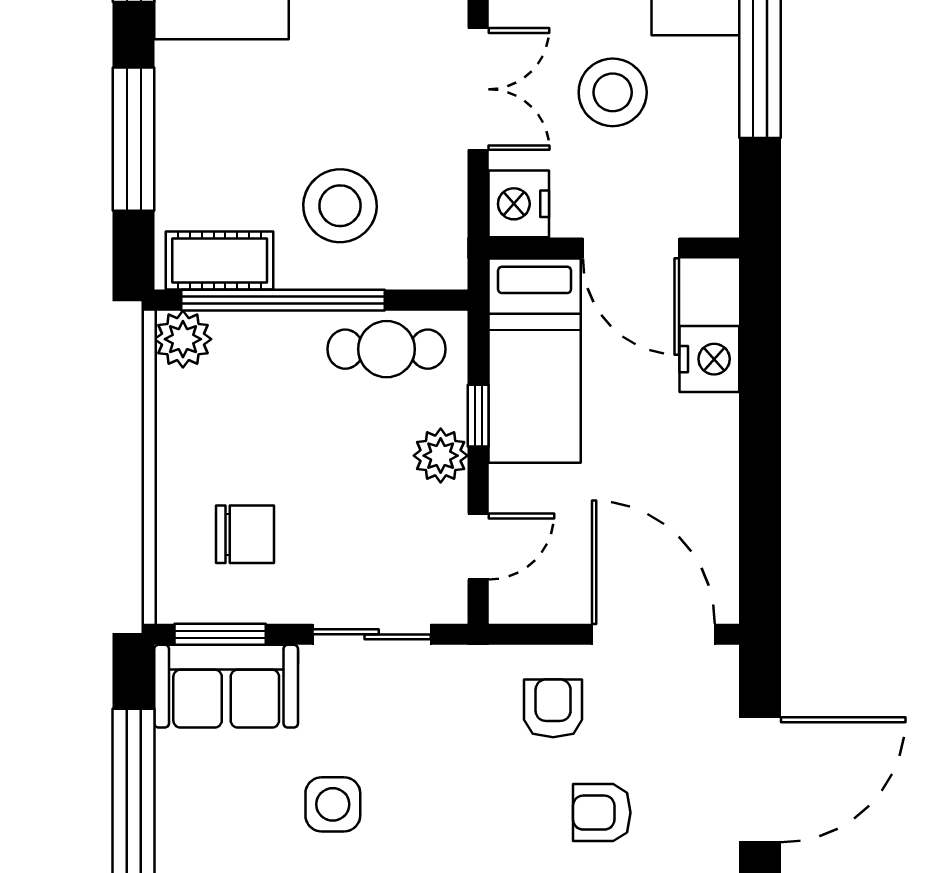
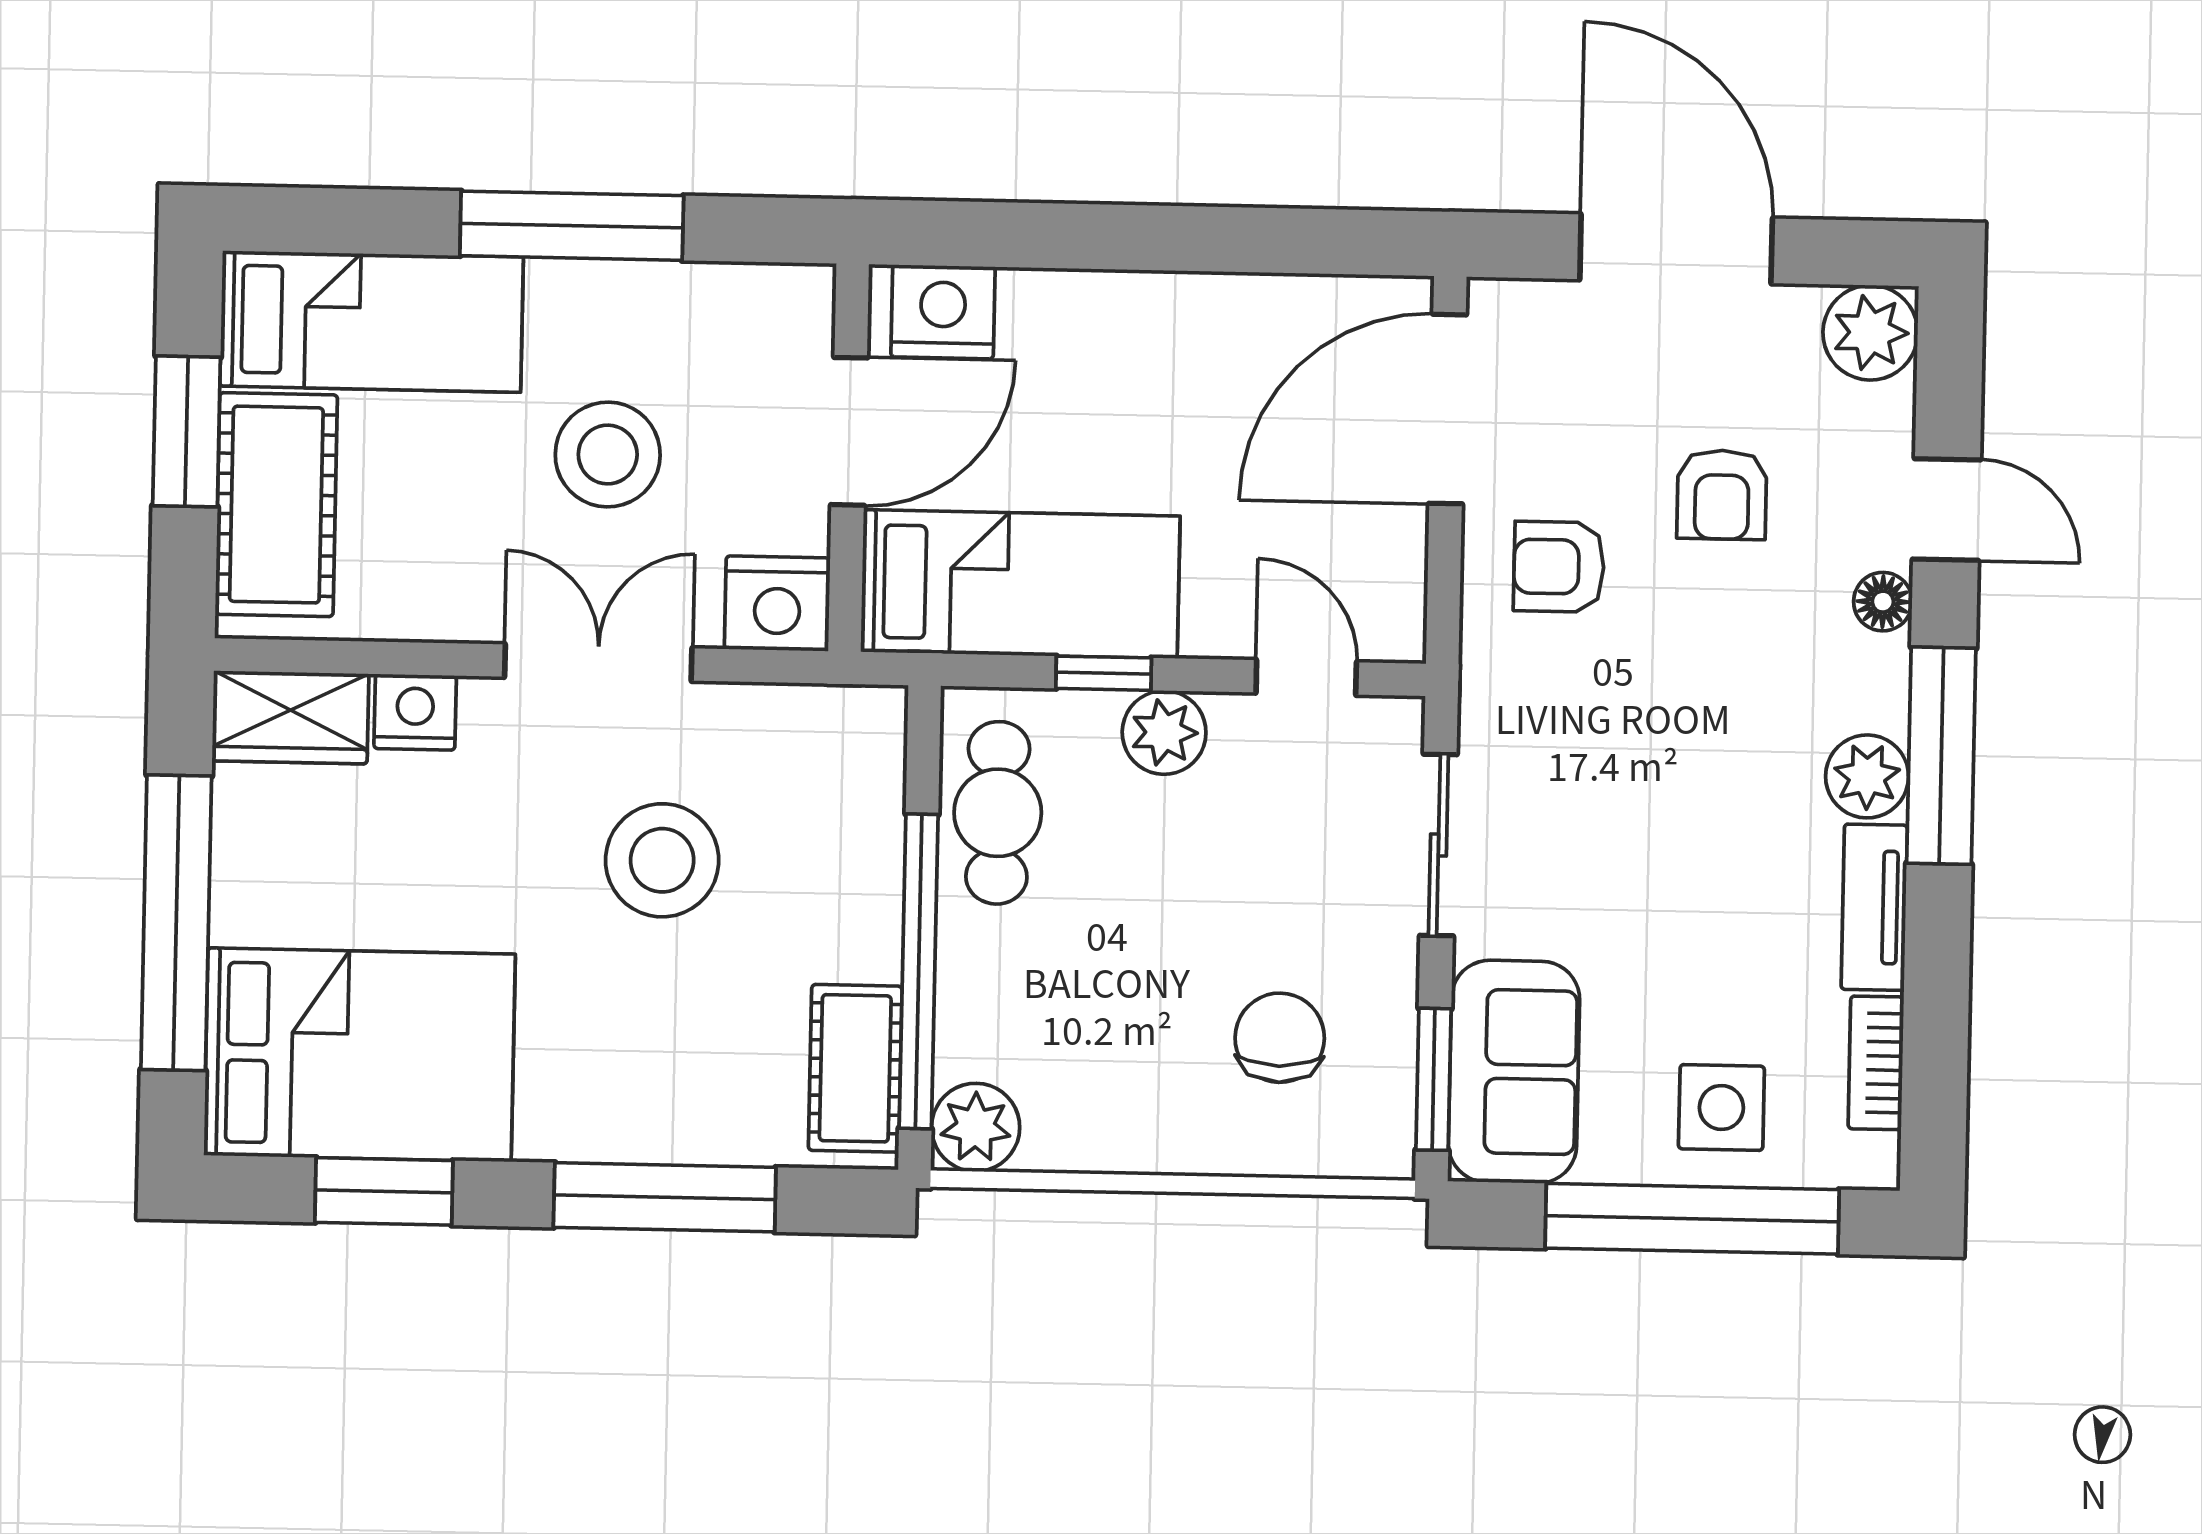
stool: (340, 206) -> (662, 860), moved
nightstand: (709, 359) -> (943, 312), moved
side table: (333, 804) -> (1721, 1108), moved

